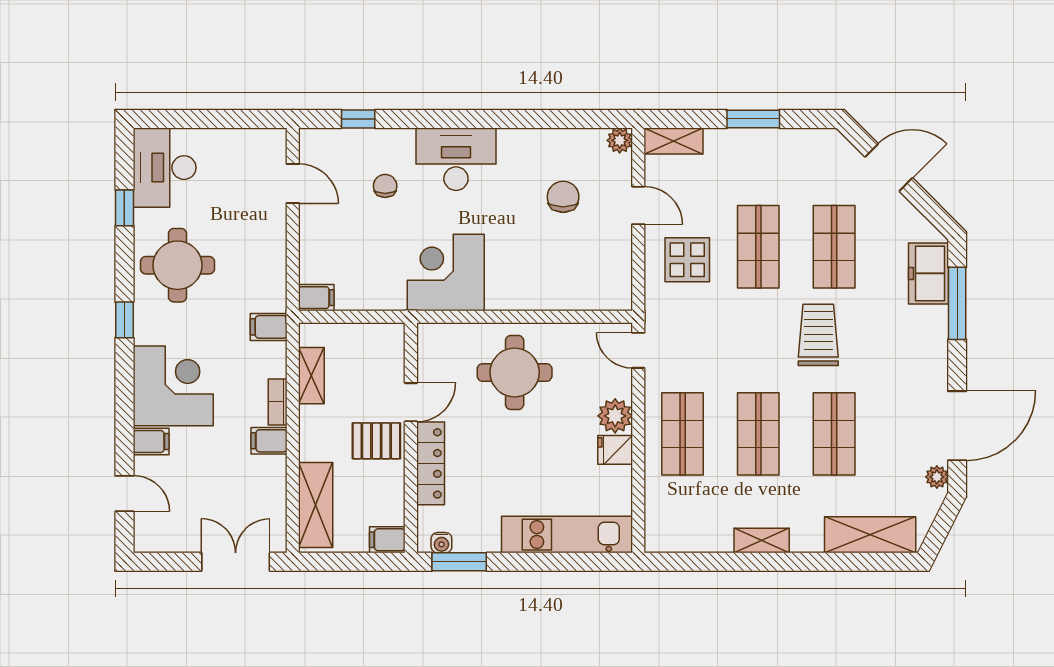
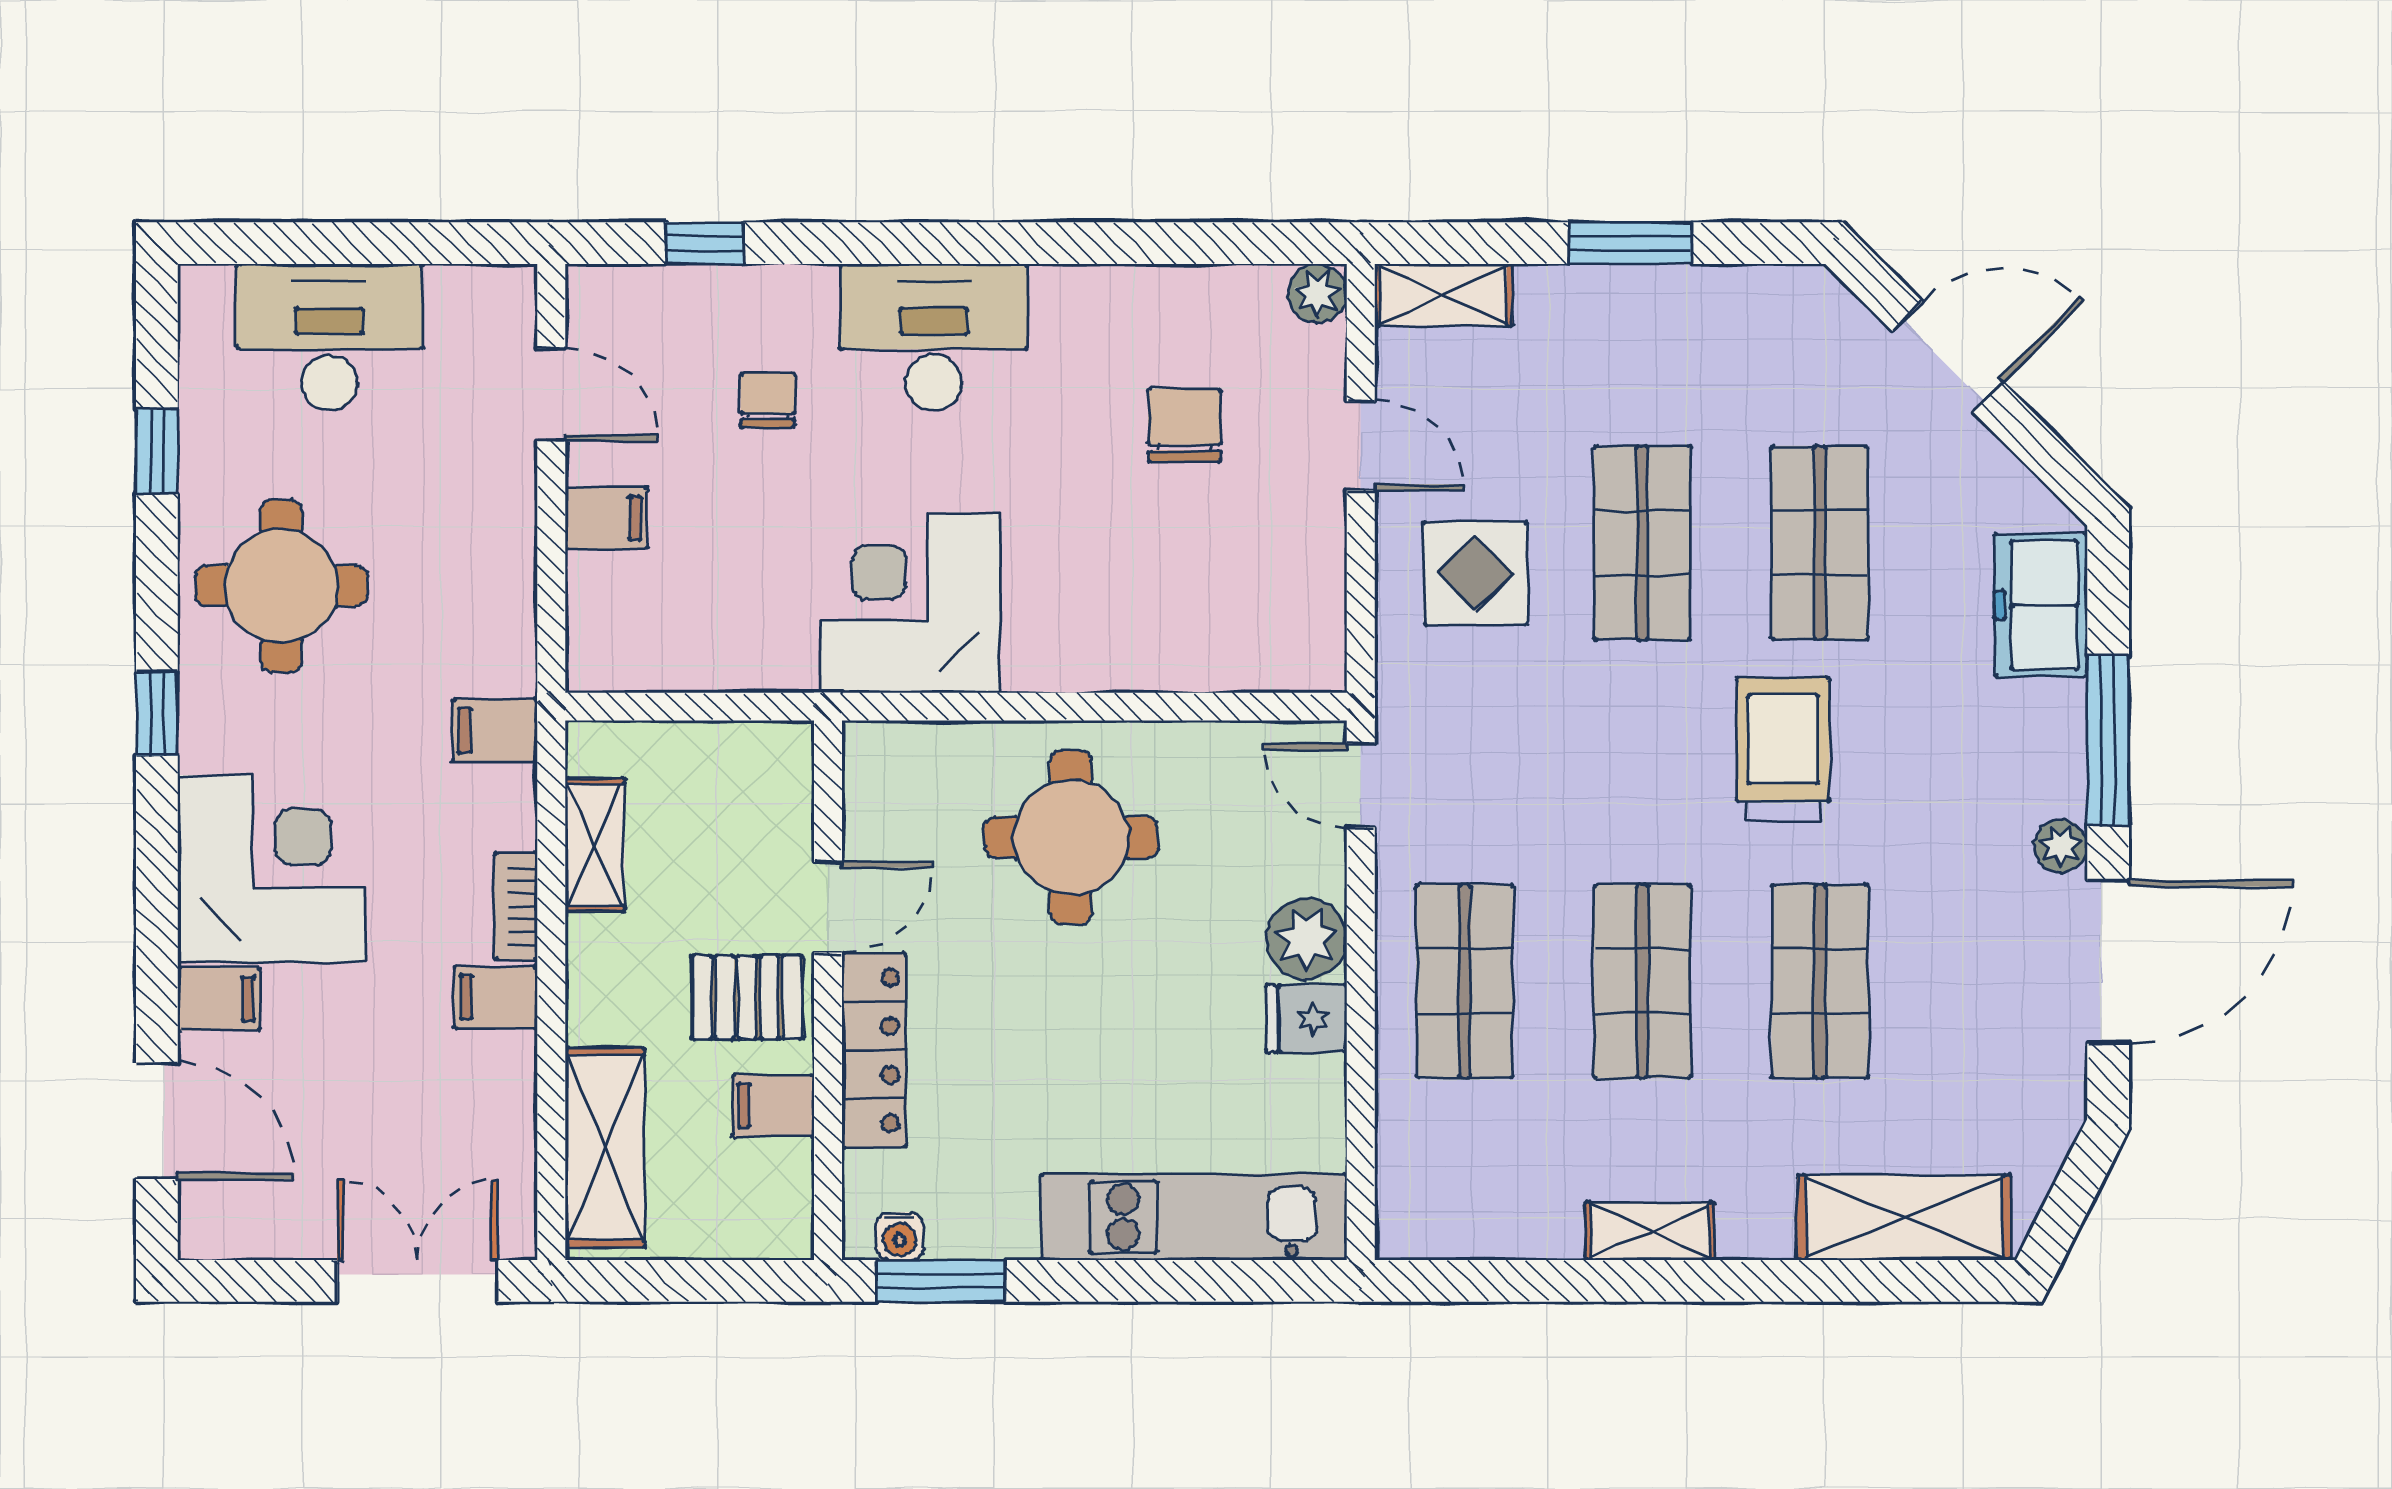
desk: (165, 168) -> (329, 337), moved, turned 90
filing cabinet: (316, 298) -> (606, 518), moved
window: (957, 303) -> (2108, 740), moved
plant: (937, 477) -> (2061, 846), moved
door: (124, 493) -> (157, 1121), width x1.38
filing cabinet: (387, 540) -> (773, 1105), moved

